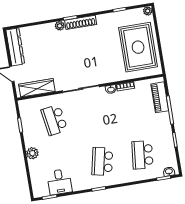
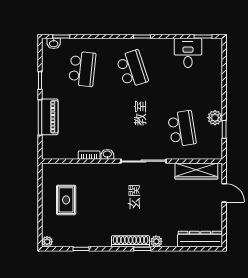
dresser: (15, 47) -> (200, 239), moved, turned 90
rug: (138, 47) -> (66, 200), width x0.54, depth x0.49
piano: (160, 97) -> (50, 117), moved
plant: (32, 153) -> (215, 118), moved
school desk: (102, 161) -> (132, 69), turned -30

